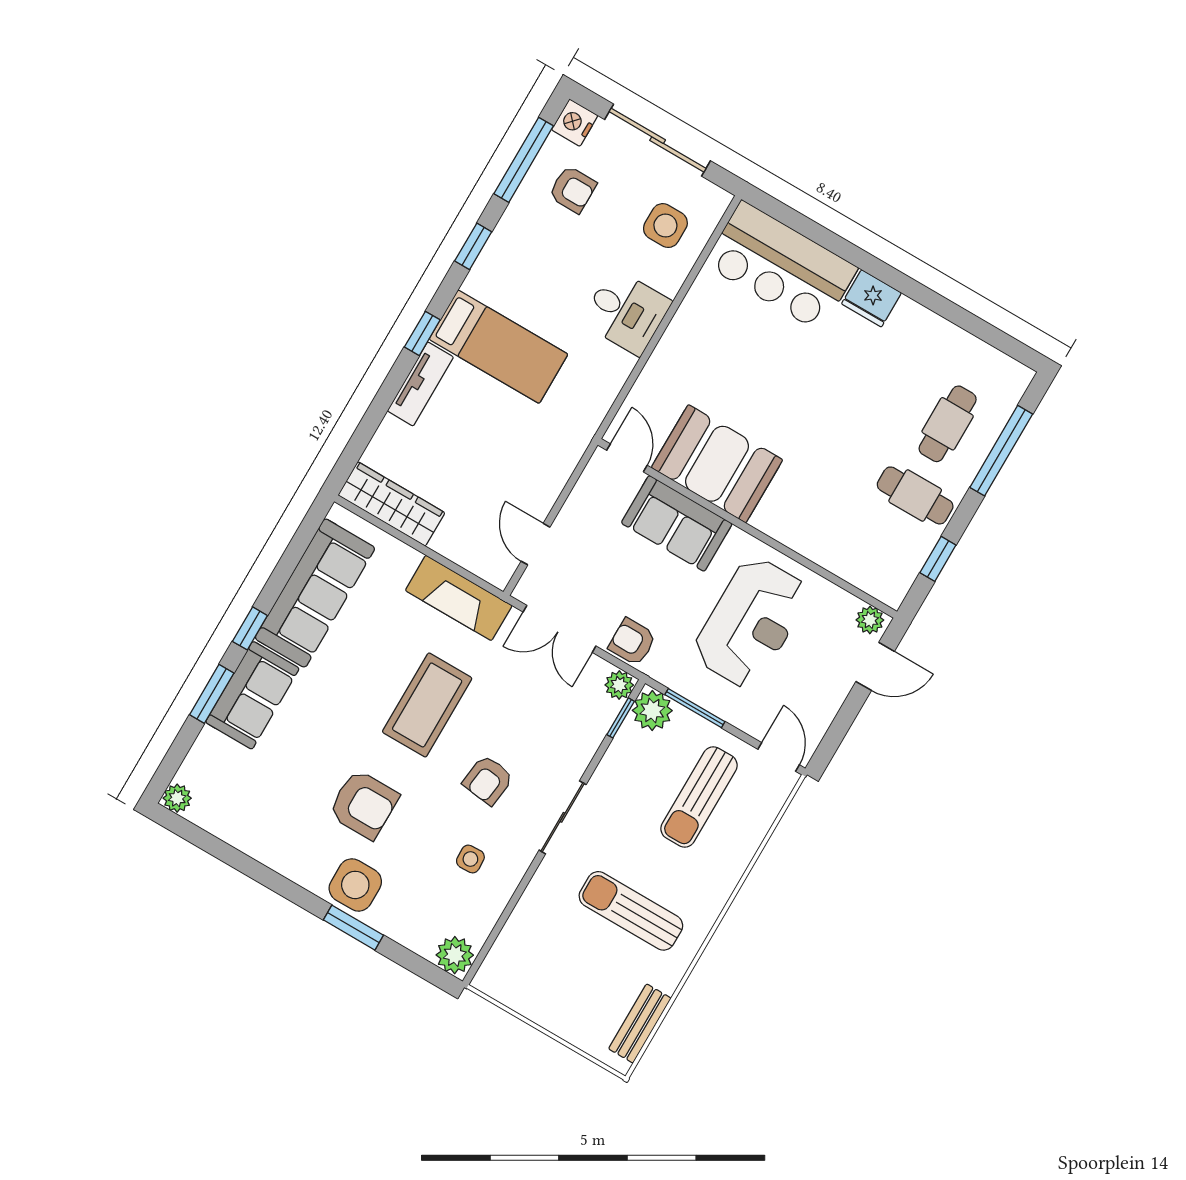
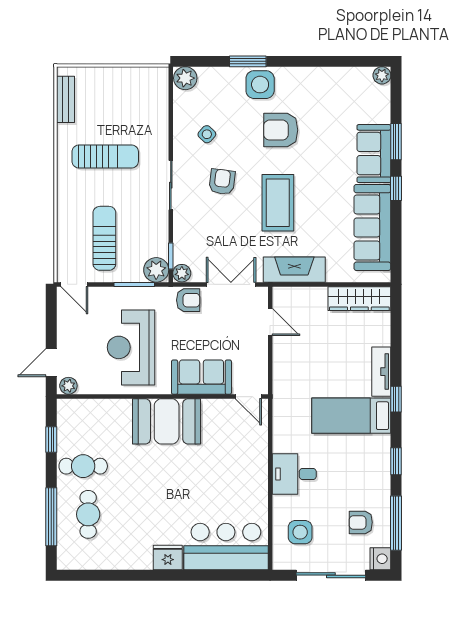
booth: (717, 464) -> (167, 421), moved
side table: (470, 859) -> (207, 134), turned 45

